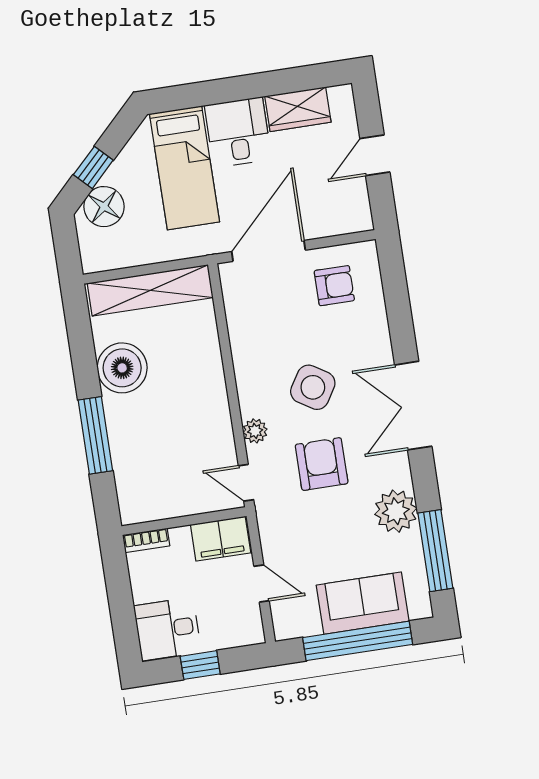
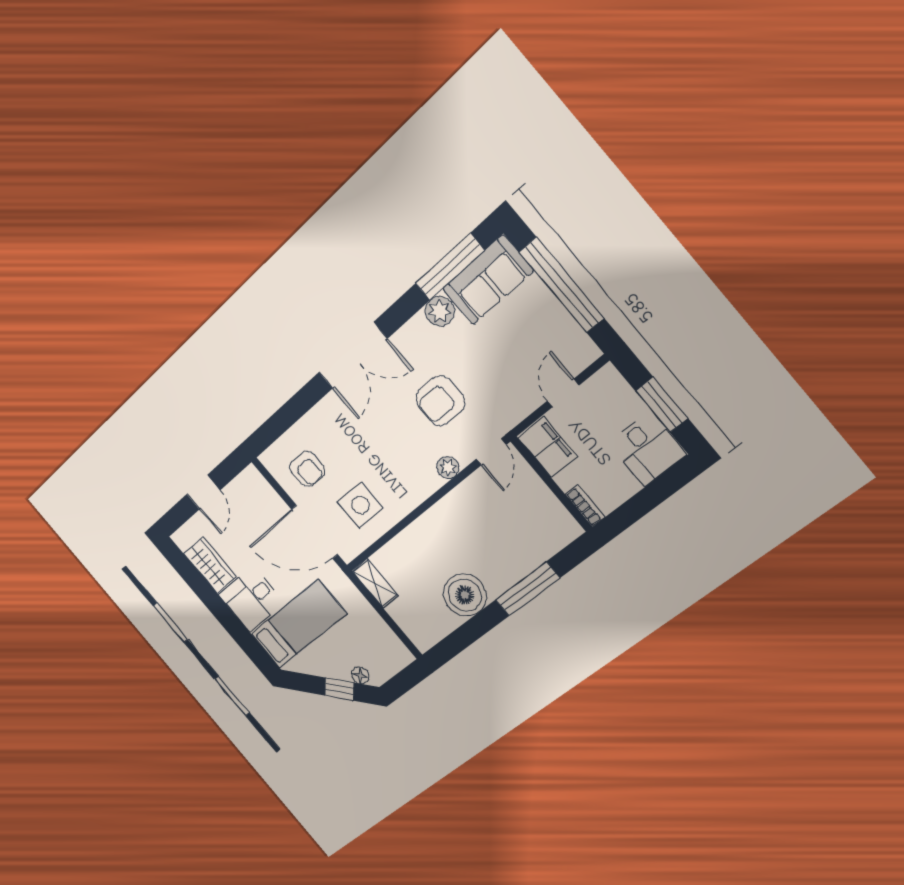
door: (375, 155) -> (203, 492), hinge flipped
floor lamp: (104, 207) -> (360, 675), width x0.53, depth x0.53
armchair: (334, 286) -> (307, 469), turned 180
shelving: (150, 290) -> (375, 583), width x0.45, depth x0.75
side table: (313, 387) -> (360, 505), moved, turned -32
plant: (396, 511) -> (440, 311), width x0.73, depth x0.73
sofa: (363, 603) -> (488, 280), moved, turned -90
window: (200, 665) -> (662, 405), width x1.50

